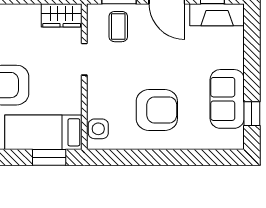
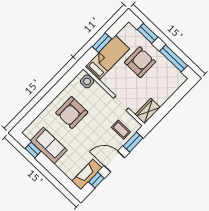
window: (49, 157) -> (102, 43), moved

